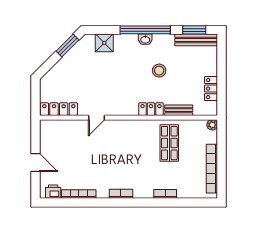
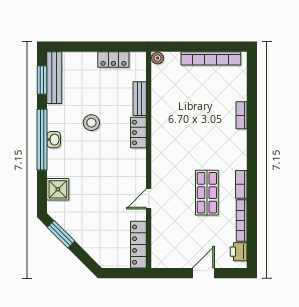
door: (96, 118) -> (149, 199), swing flipped
shop shelf: (169, 143) -> (207, 193), moved, turned 90
bookcase: (121, 194) -> (241, 184), moved

